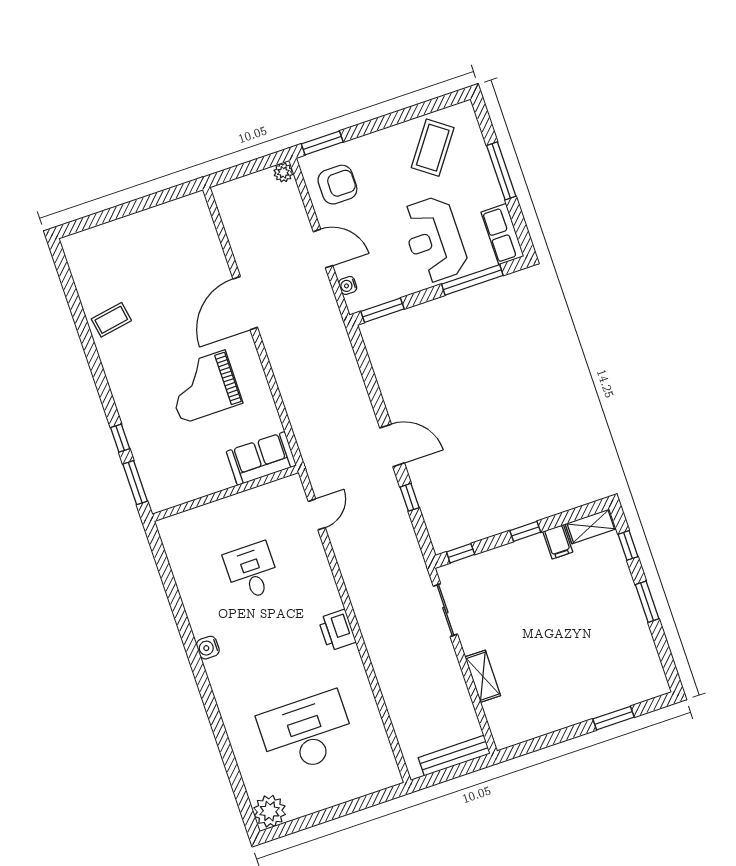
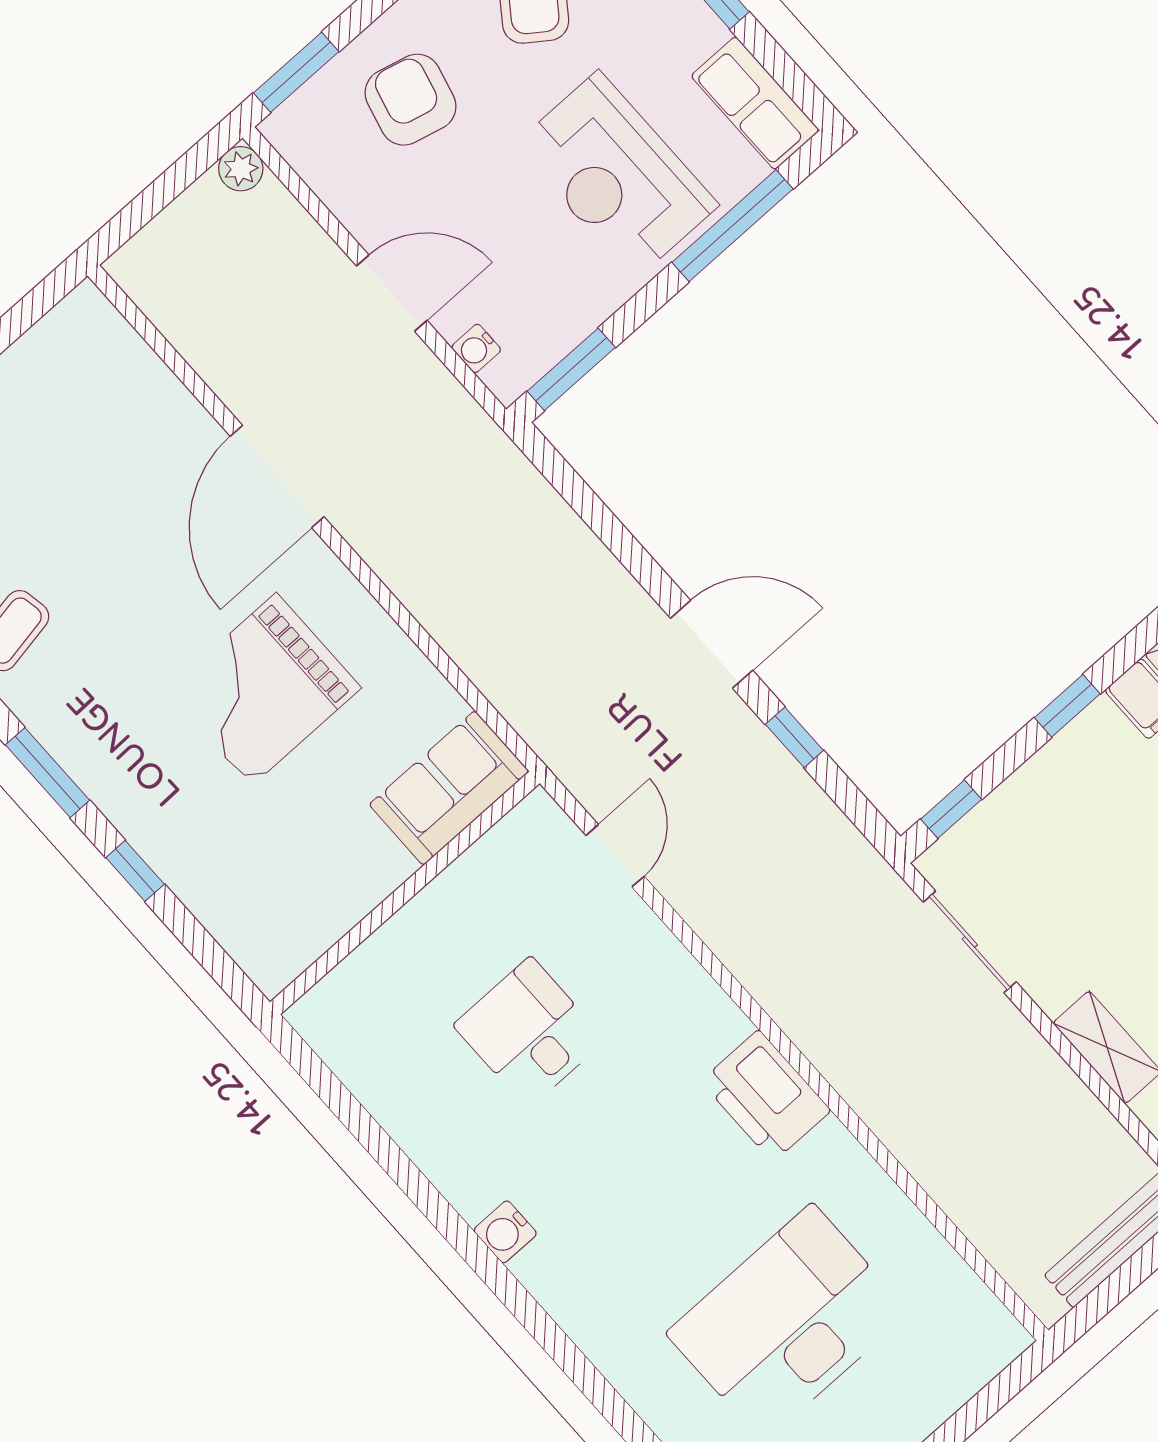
armchair: (337, 185) -> (411, 100), moved, turned -76
window: (135, 483) -> (47, 773), moved
printer: (337, 630) -> (766, 1096), width x1.37, depth x1.19

